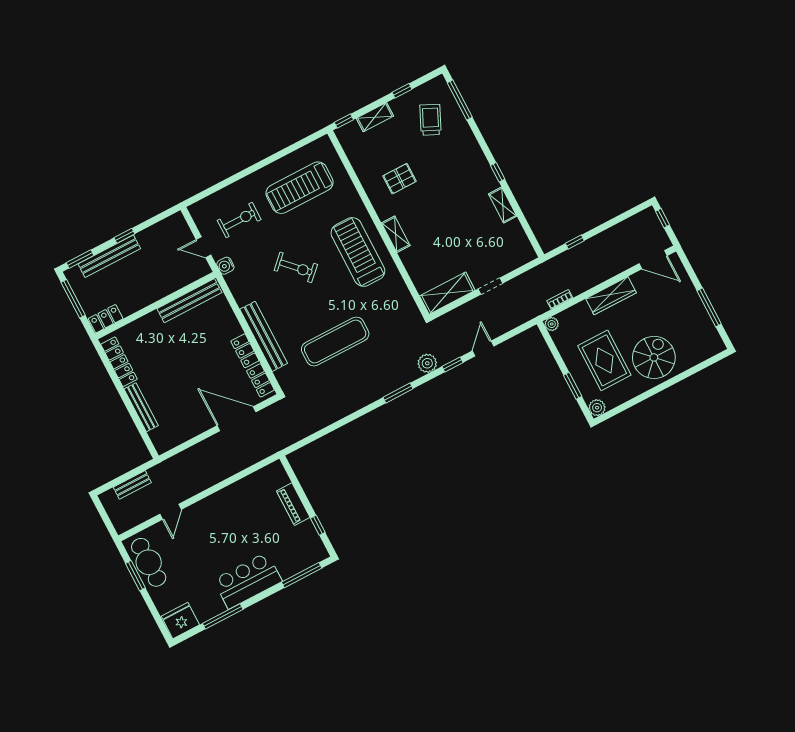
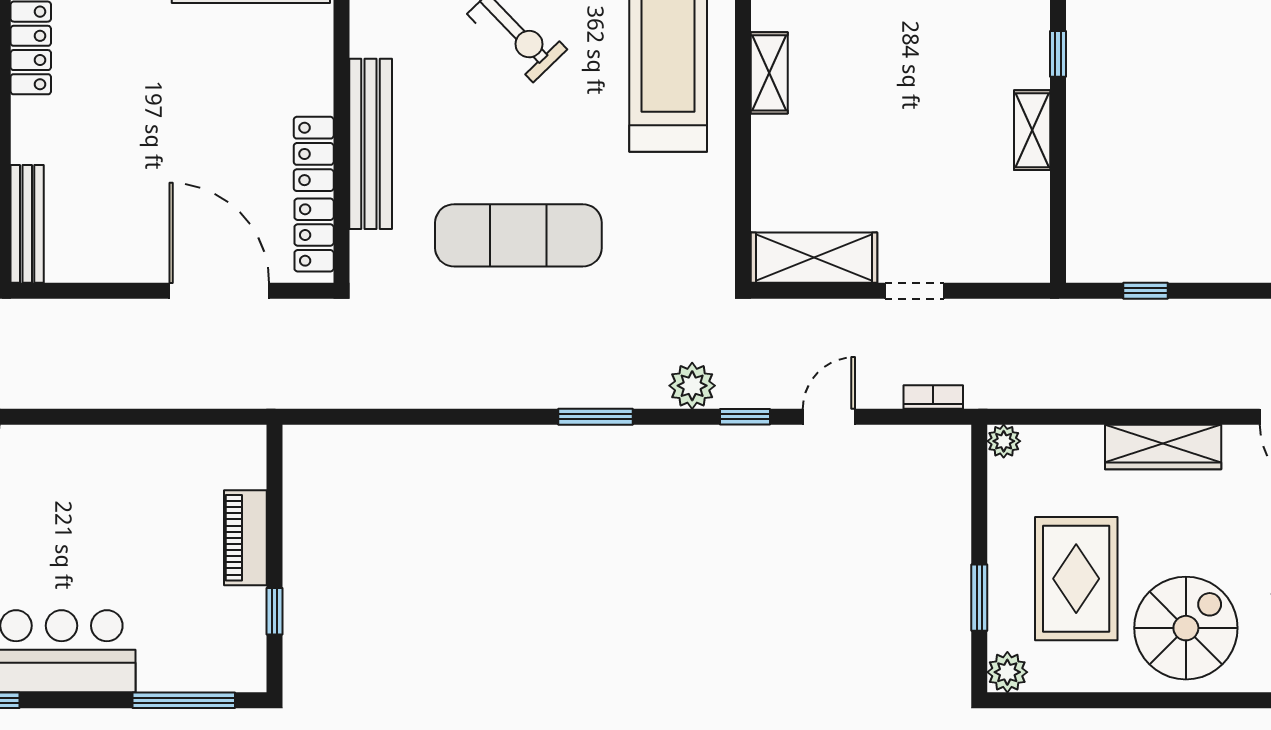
bookcase: (560, 299) -> (933, 397), moved
bench: (141, 407) -> (27, 224), moved

